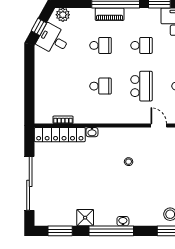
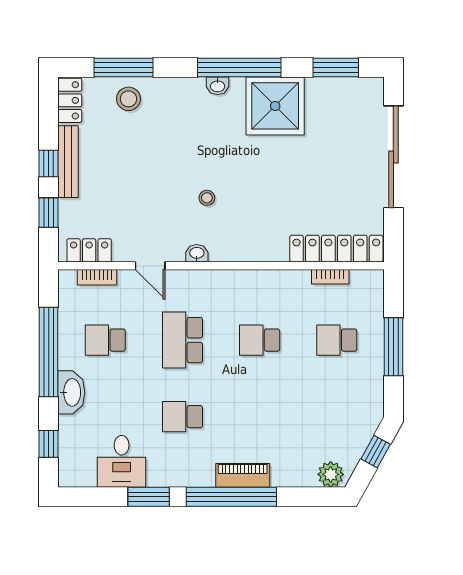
desk: (53, 40) -> (349, 428), removed
school desk: (101, 45) -> (337, 340), moved
window: (29, 83) -> (393, 347), added
washbasin: (92, 132) -> (197, 253), moved
shower: (85, 218) -> (275, 106), width x1.86, depth x1.86

